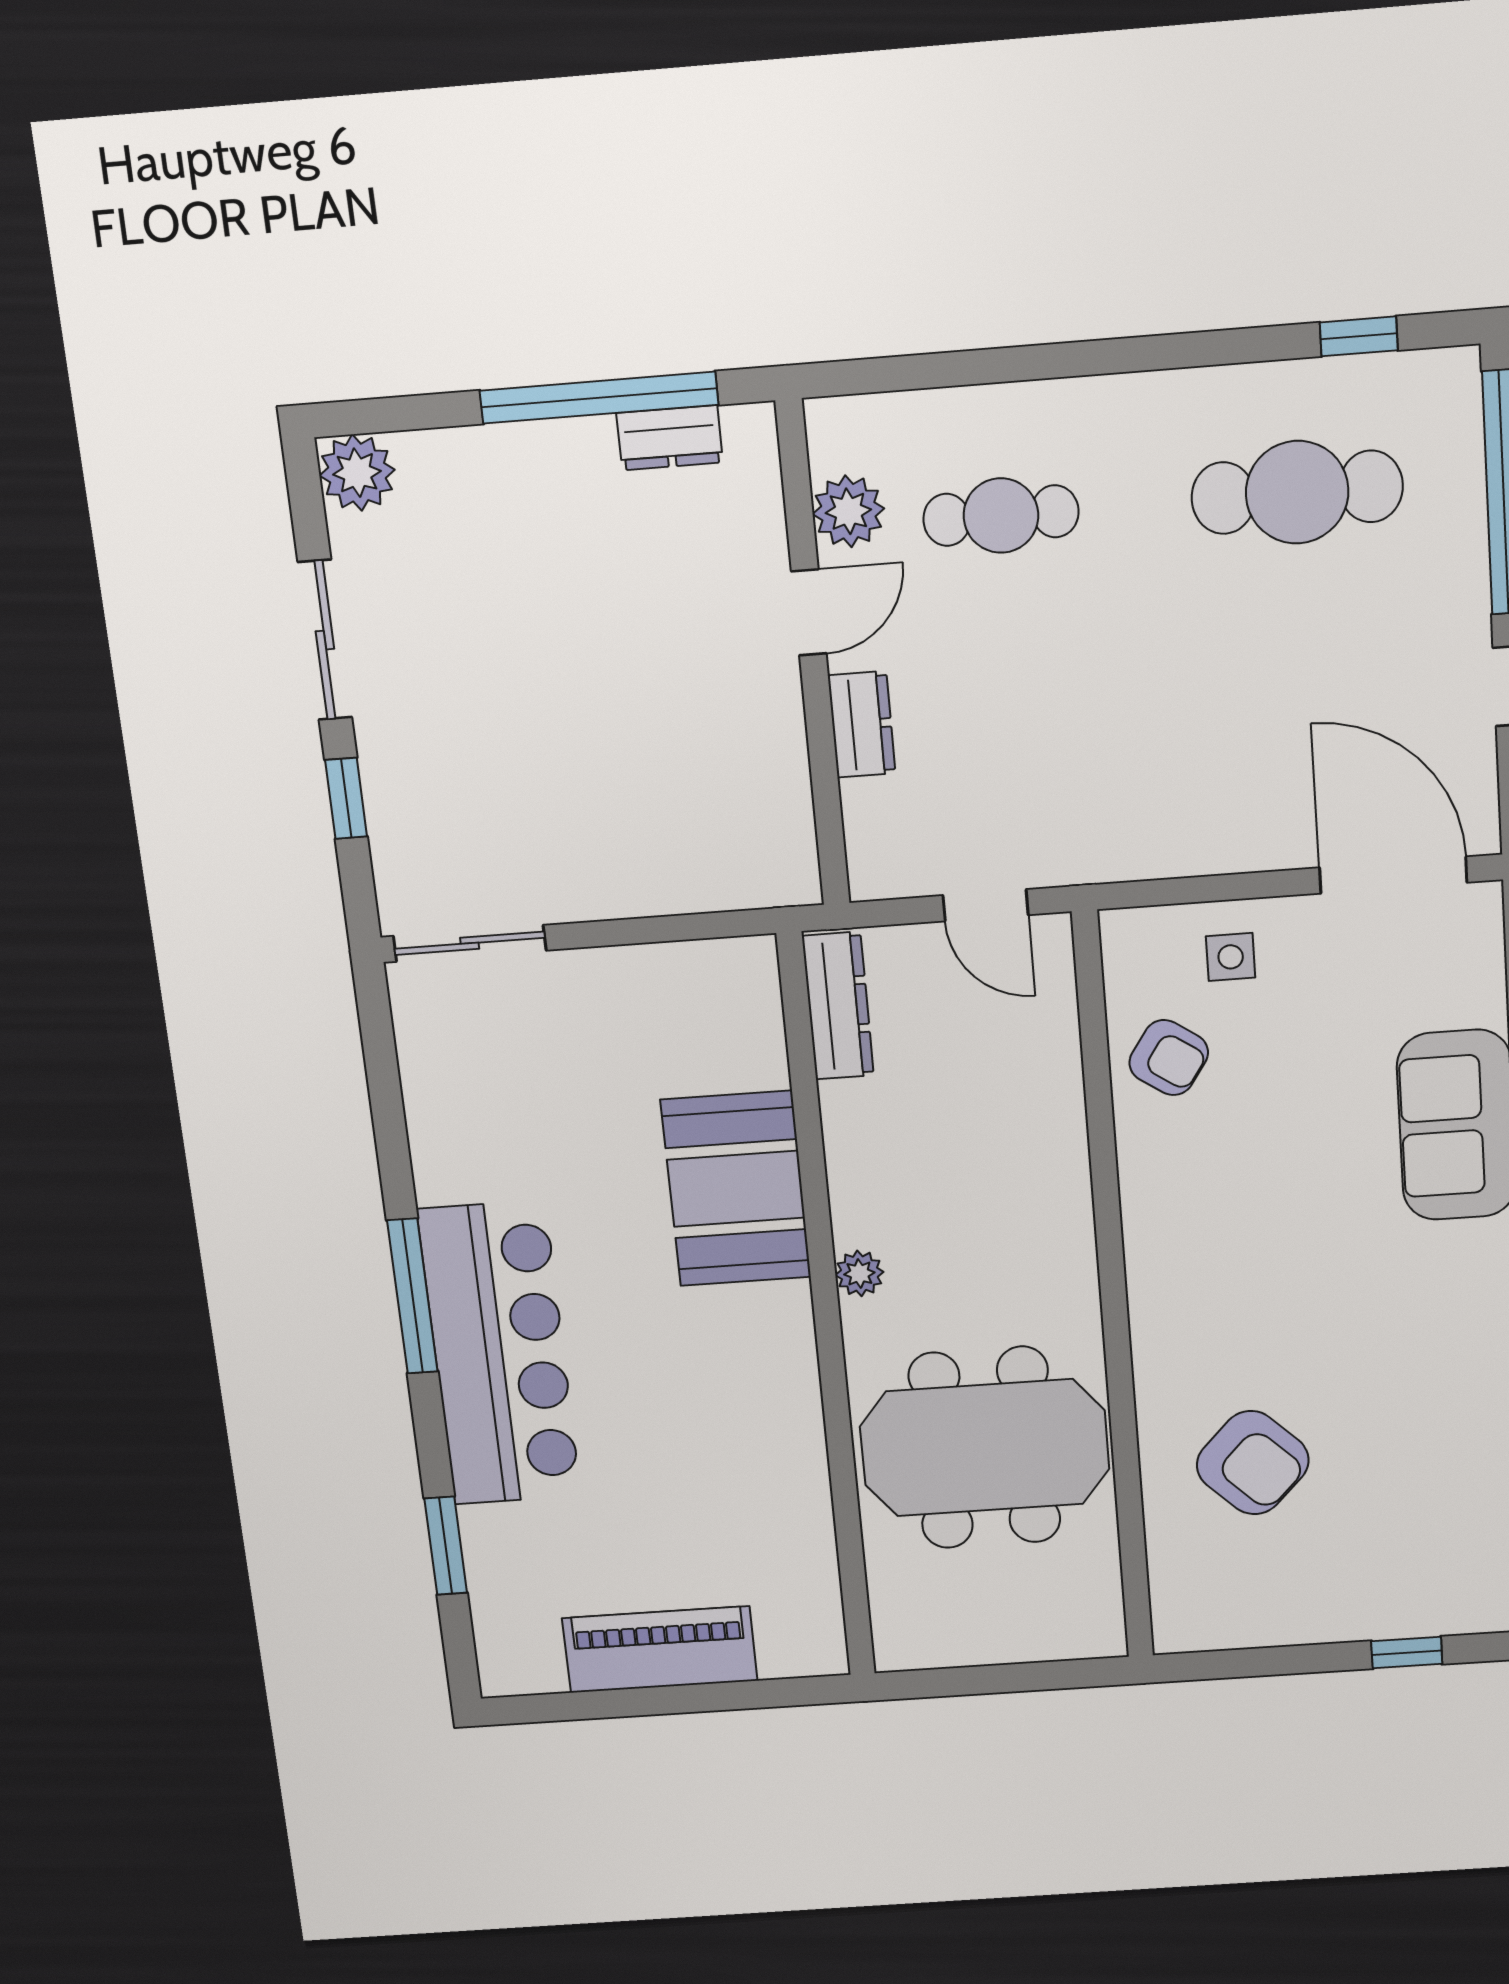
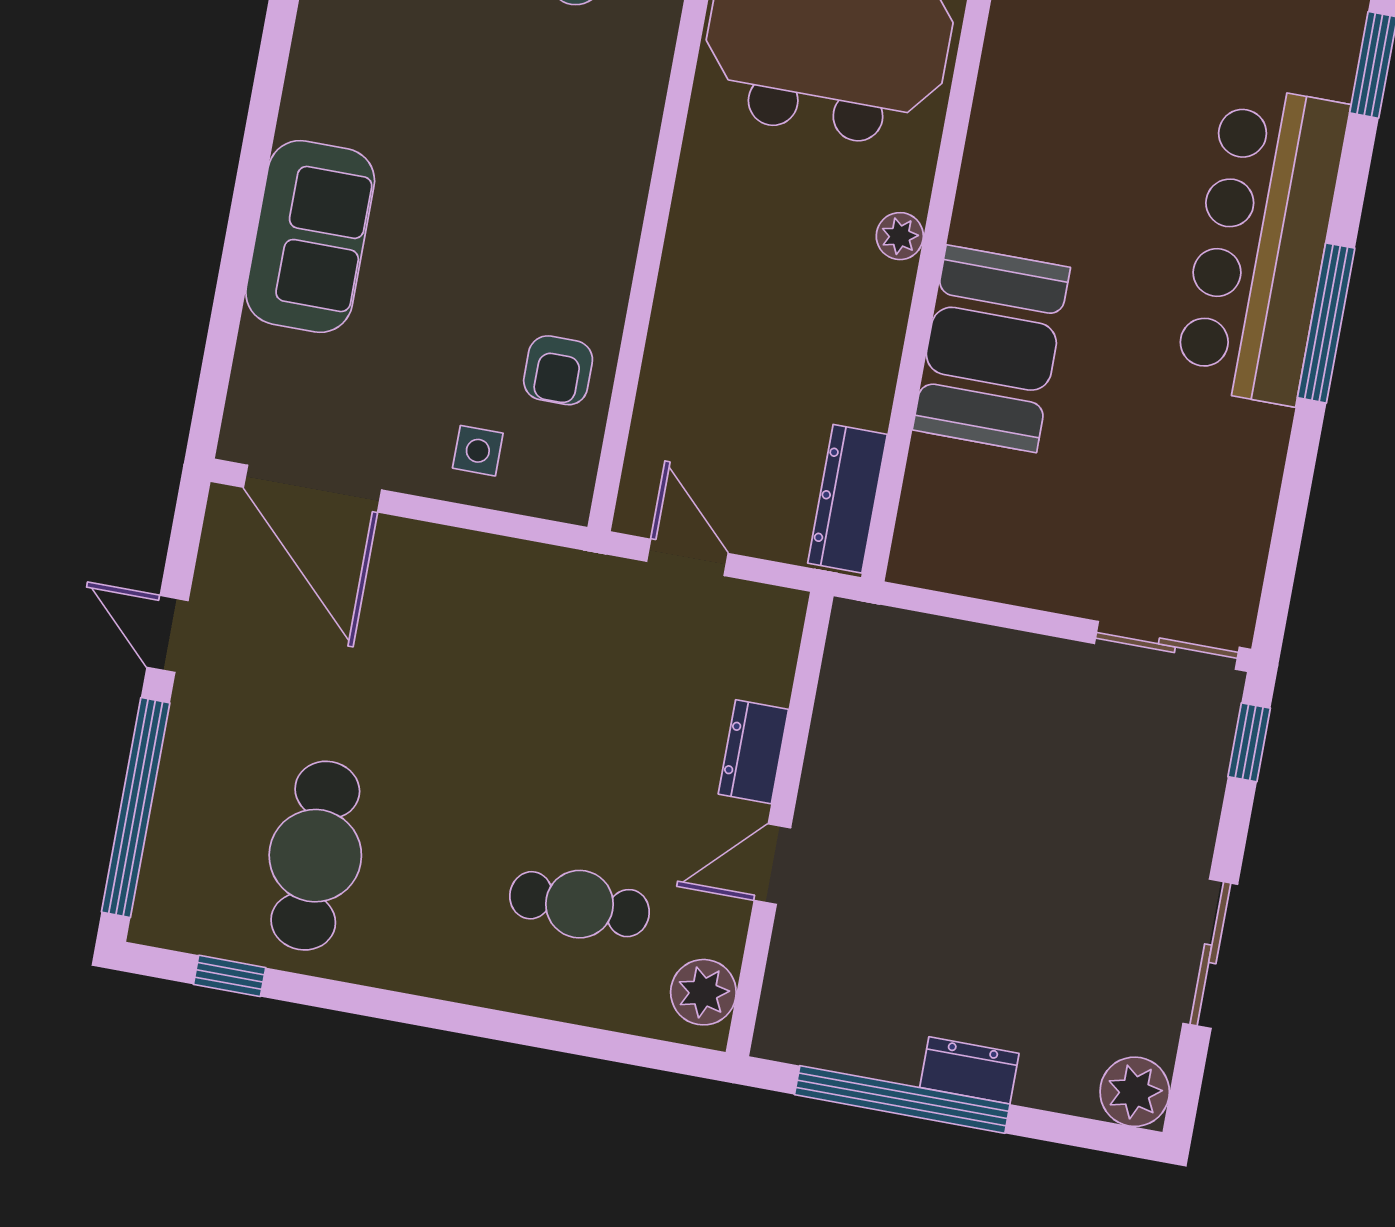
dresser: (670, 438) -> (969, 1070), moved
cafe table: (1297, 492) -> (315, 856), turned 90
plant: (848, 511) -> (703, 992), moved
window: (346, 798) -> (1249, 742), moved
armchair: (1169, 1058) -> (558, 370), turned -124

